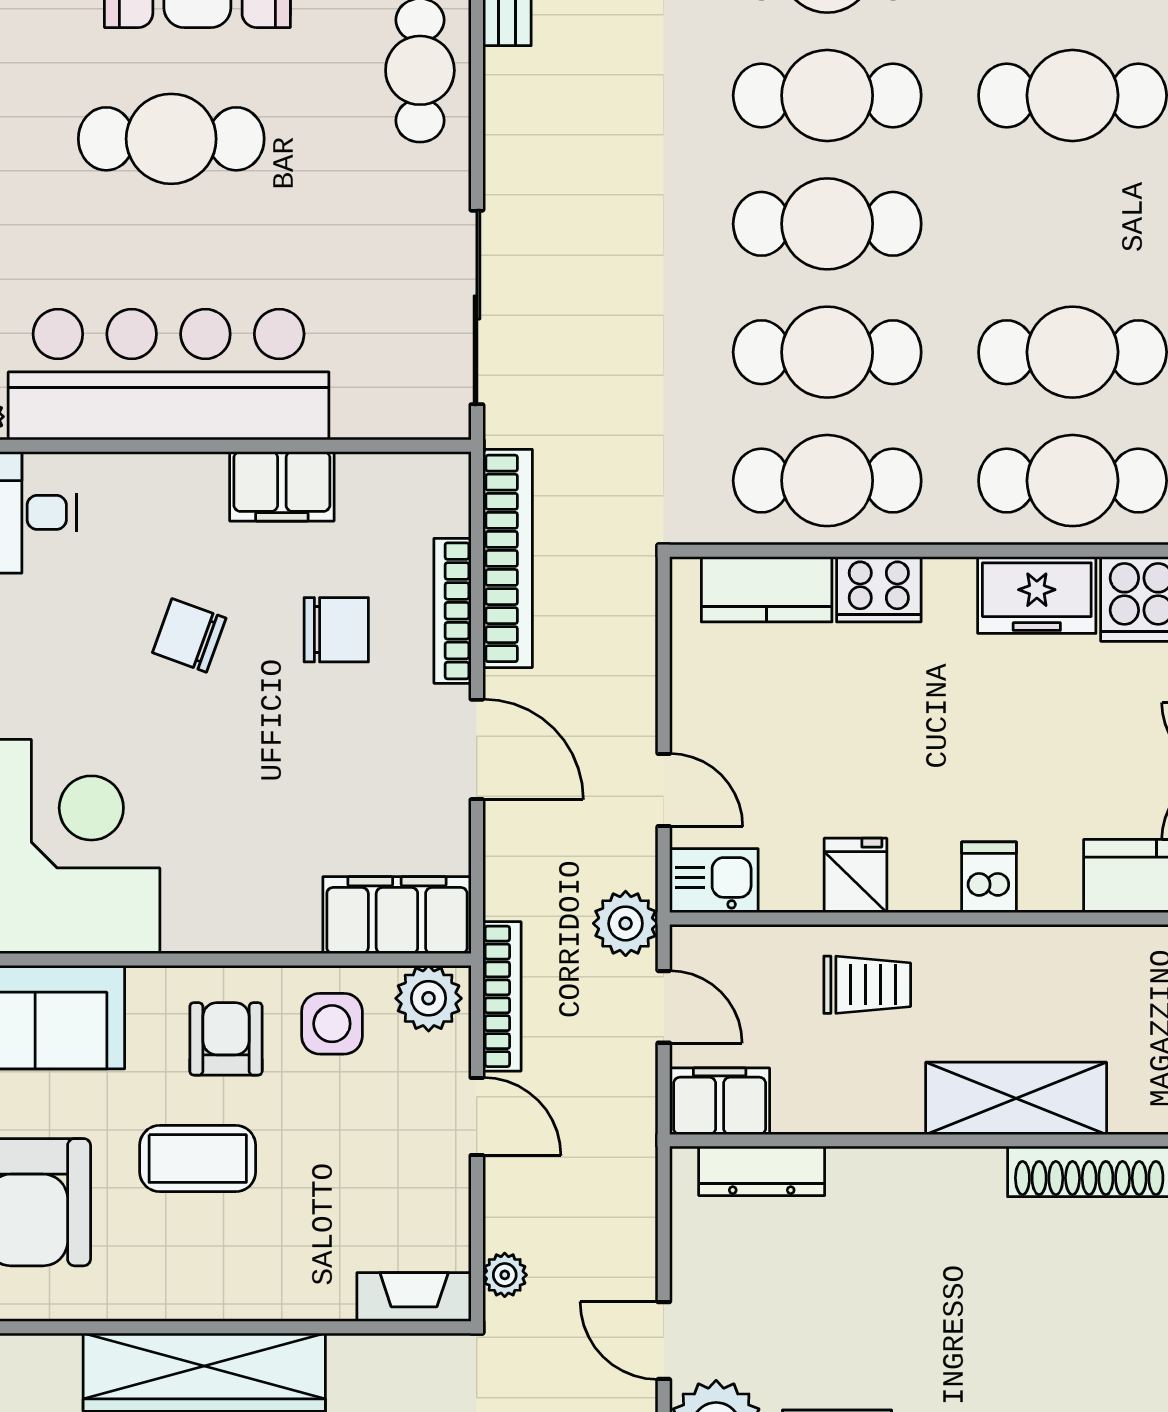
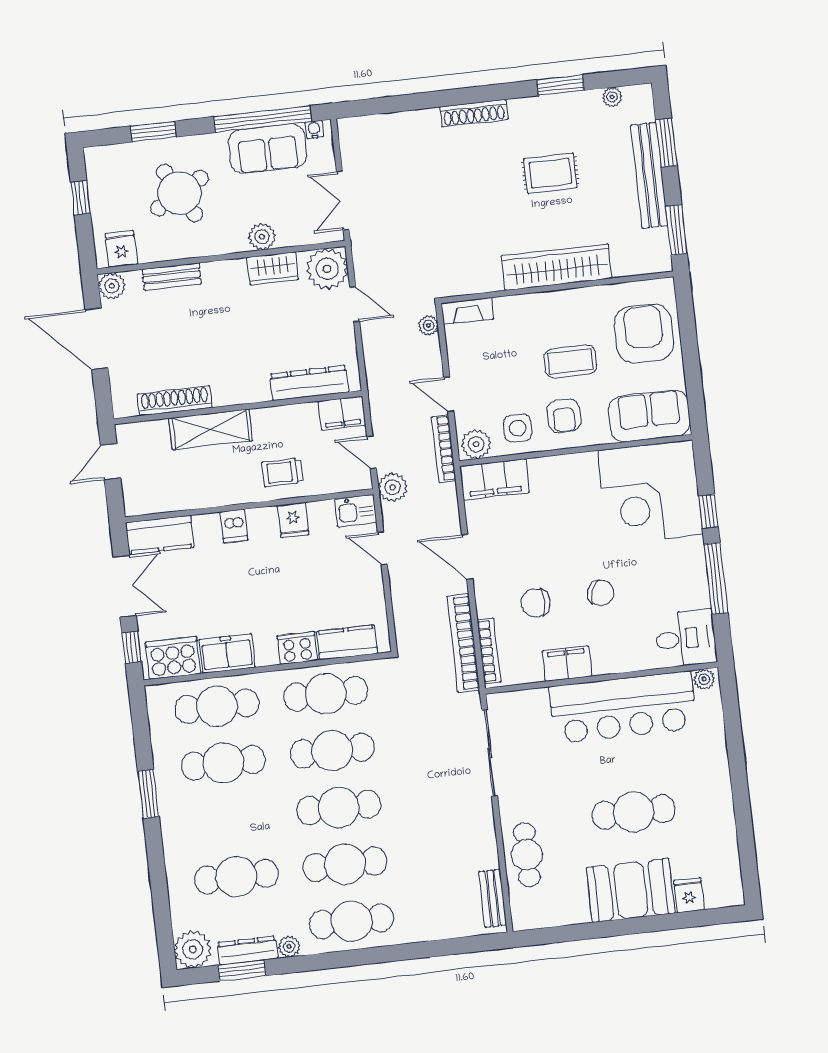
bookcase: (453, 611) -> (489, 651), moved
dresser: (762, 1171) -> (309, 383), width x1.37, depth x1.24

